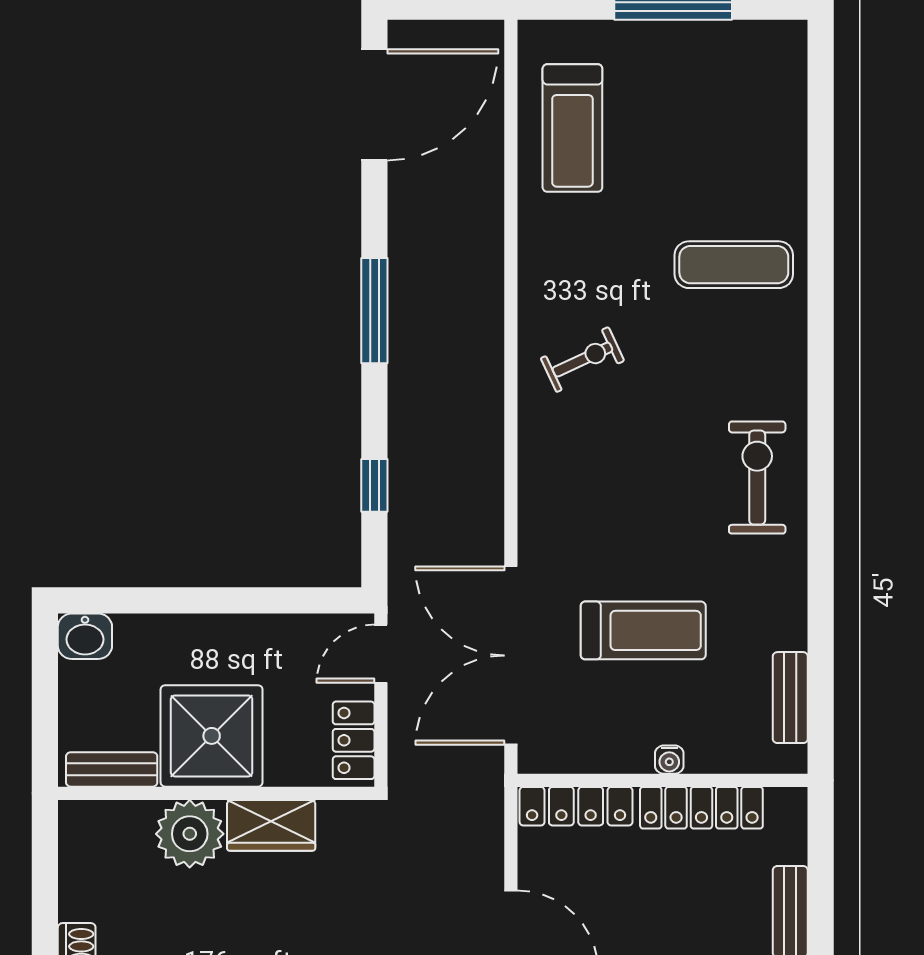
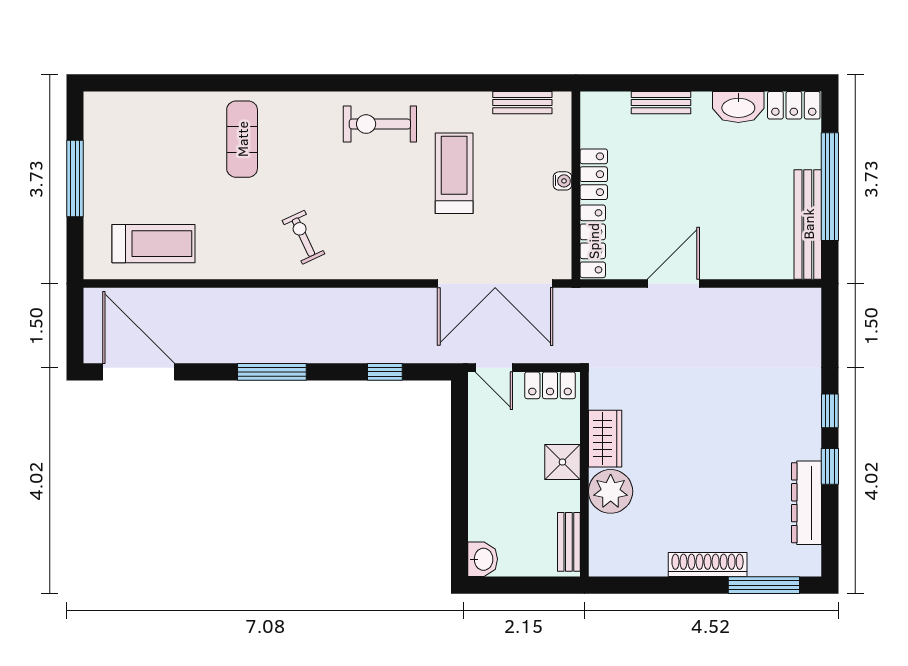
treadmill: (643, 630) -> (454, 173), moved
shower: (212, 736) -> (562, 462), width x0.54, depth x0.54
locker: (701, 808) -> (594, 174), width x0.66

